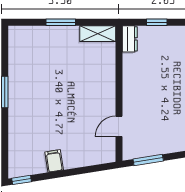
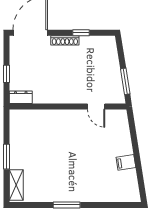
shelving: (98, 34) -> (16, 185), moved
window: (22, 180) -> (142, 191), removed

